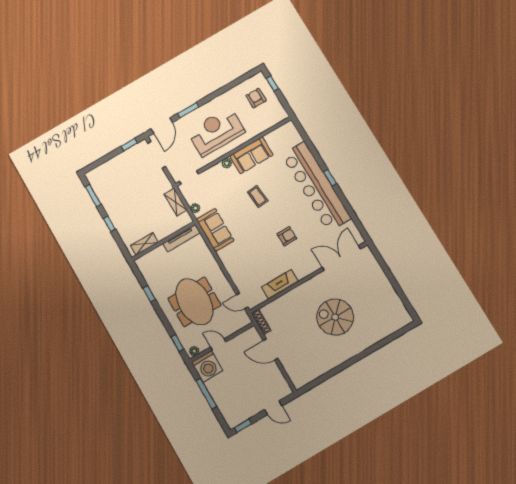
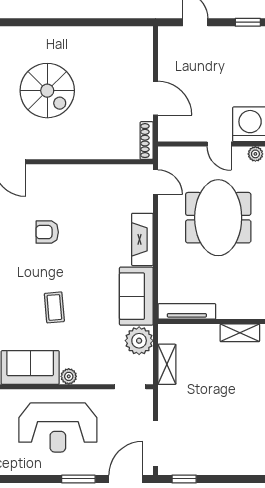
plant: (195, 208) -> (139, 341), width x1.87, depth x1.87
fireplace: (280, 284) -> (142, 239), moved, turned 90

